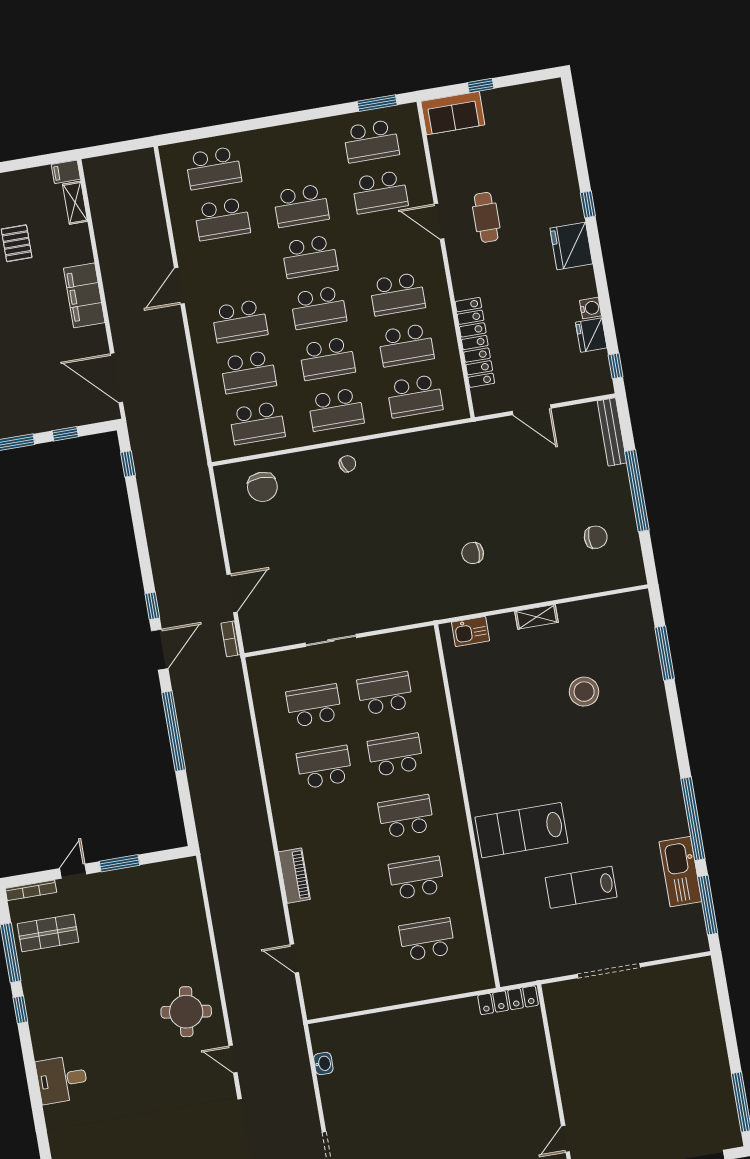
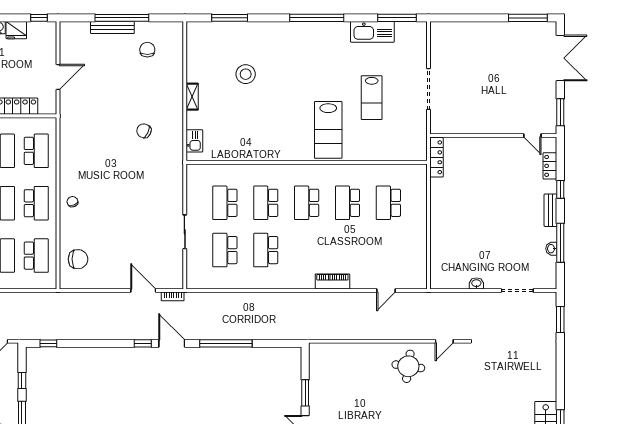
bench: (612, 432) -> (112, 28), moved
chair: (473, 553) -> (144, 131), turned 116
window: (693, 819) -> (317, 18), moved
washbasin: (323, 1064) -> (476, 283), moved

